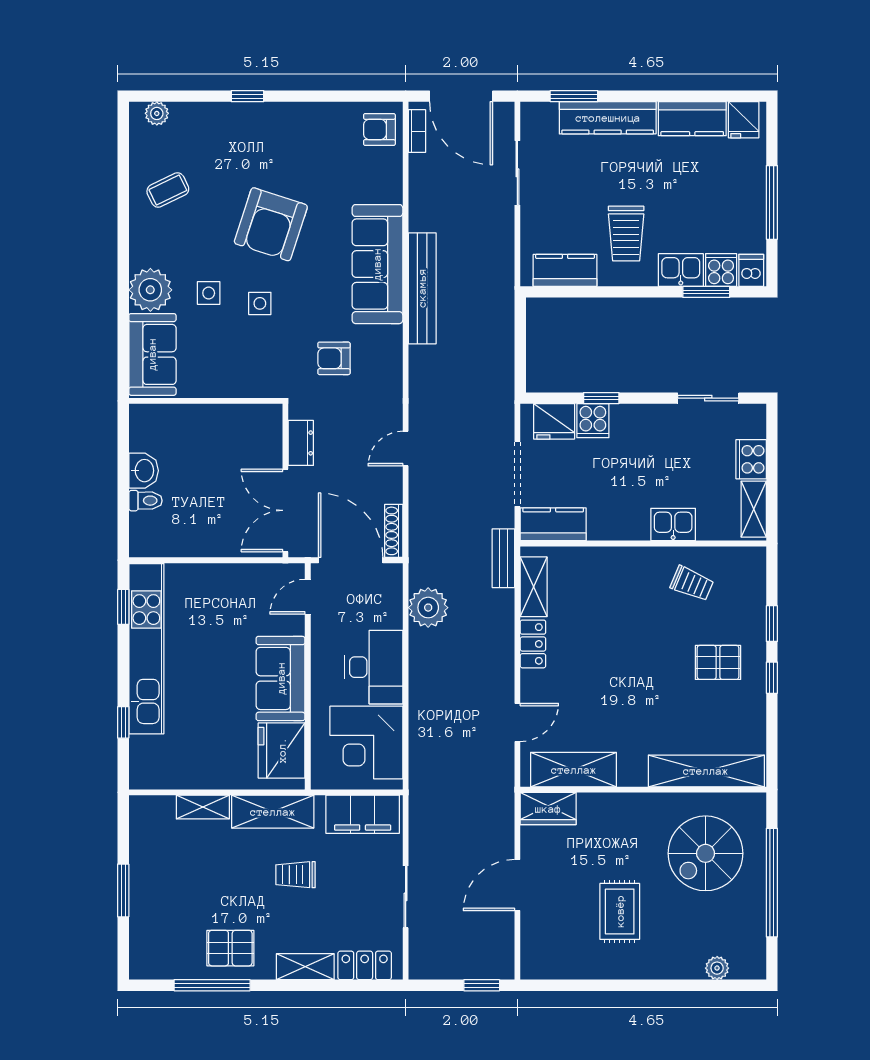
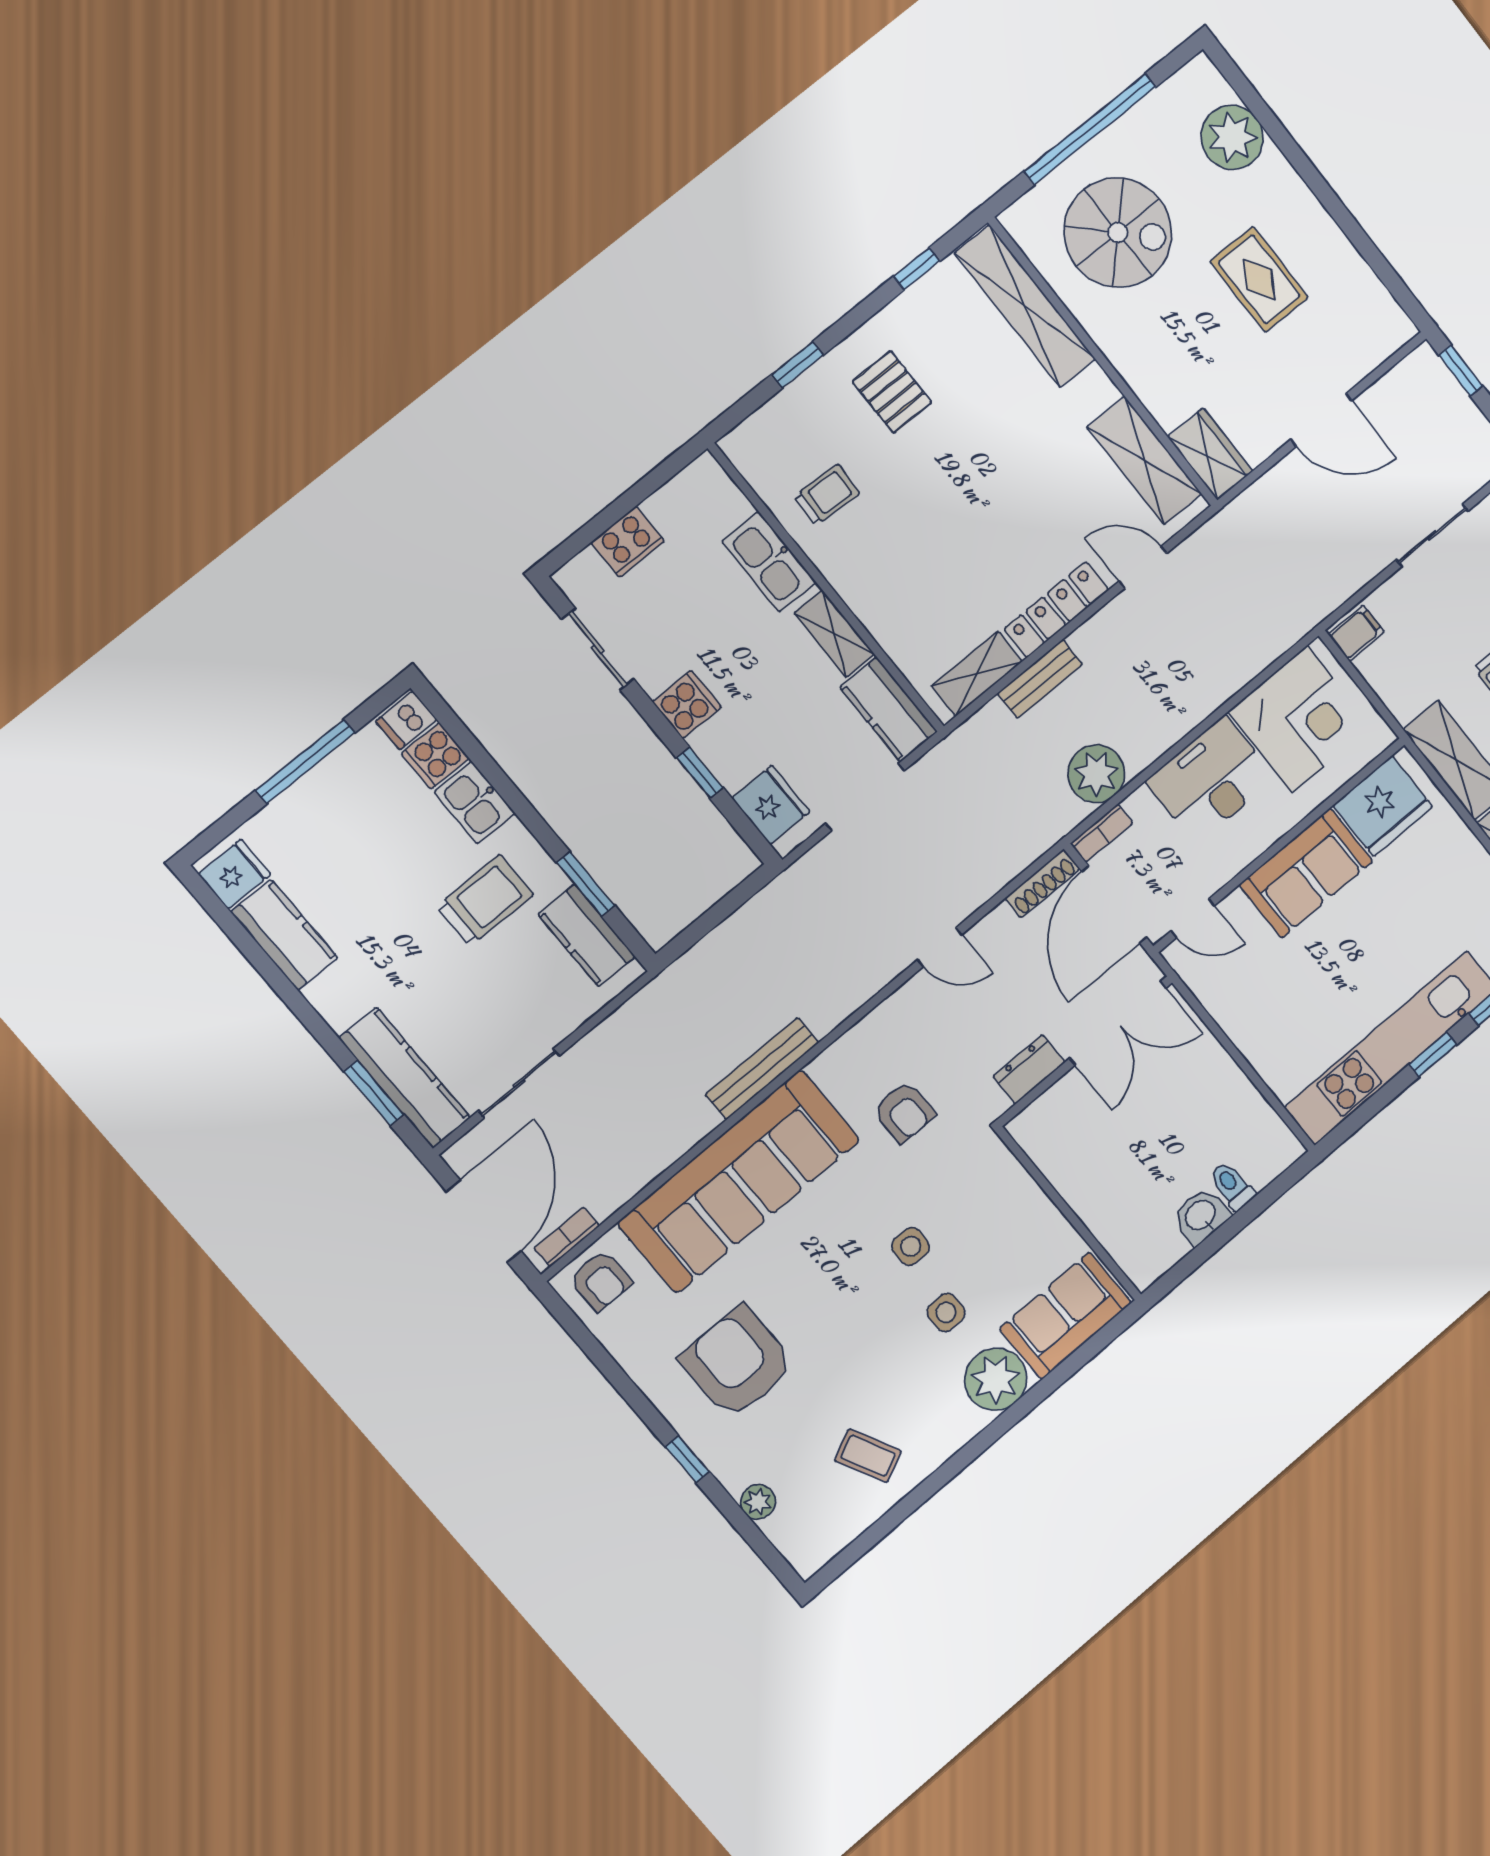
plant: (157, 113) -> (758, 1502), moved
kitchen counter: (608, 118) -> (404, 1078), moved
armchair: (271, 224) -> (737, 1362), moved, turned -108
sofa: (377, 264) -> (739, 1181), width x1.36, depth x1.27
bench: (422, 288) -> (762, 1069), width x0.73, depth x0.82
window: (706, 292) -> (586, 884), moved
cooker: (593, 421) -> (687, 704), moved
shelving: (754, 509) -> (834, 634), moved, turned 90
kitchen sink: (673, 525) -> (769, 562), width x1.38
bench: (503, 558) -> (1040, 679), moved
trolley: (692, 584) -> (827, 495), turned 70
bookcase: (394, 585) -> (1102, 833), added
window: (123, 607) -> (1433, 1054), moved
locker: (533, 644) -> (1056, 609), width x1.53
window: (772, 678) -> (917, 269), moved
filing cabinet: (363, 814) -> (1356, 633), width x0.33, depth x0.86
rug: (620, 911) -> (1259, 279), turned 90
plant: (717, 968) -> (1232, 137), width x1.88, depth x1.88

